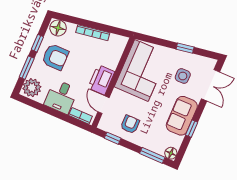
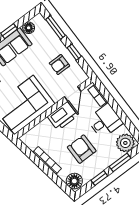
armchair: (55, 57) -> (82, 149), moved
window: (113, 138) -> (74, 52), moved
floor lamp: (171, 153) -> (29, 28), moved

